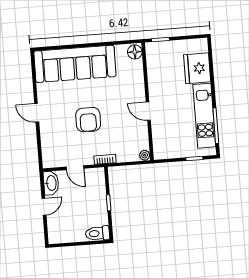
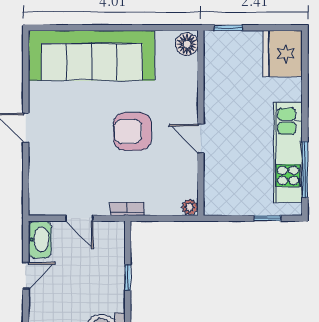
fridge: (197, 68) -> (283, 54), moved
armchair: (88, 120) -> (132, 131), moved, turned 90

